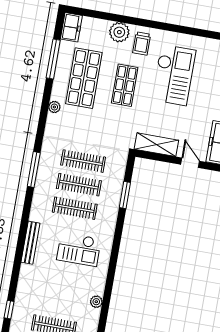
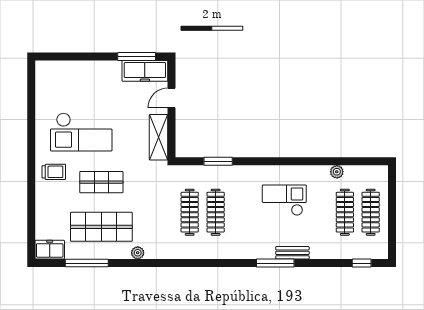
plant: (119, 32) -> (46, 198), removed
checkout: (174, 75) -> (81, 132), turned 180
window: (34, 169) -> (275, 263), moved
clothes rail: (75, 208) -> (345, 212), moved
bench: (30, 243) -> (292, 253), width x0.73
checkout: (79, 249) -> (284, 200), turned -90

